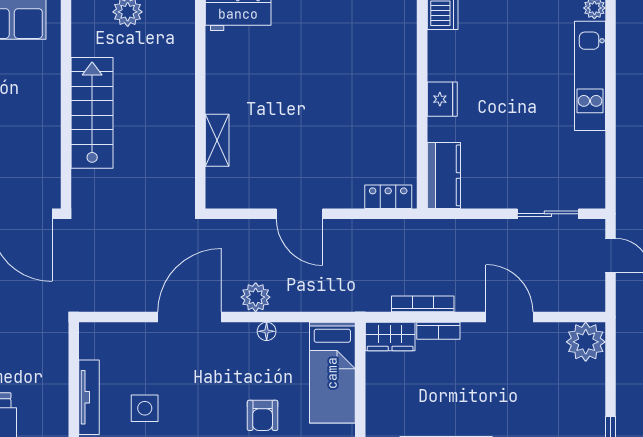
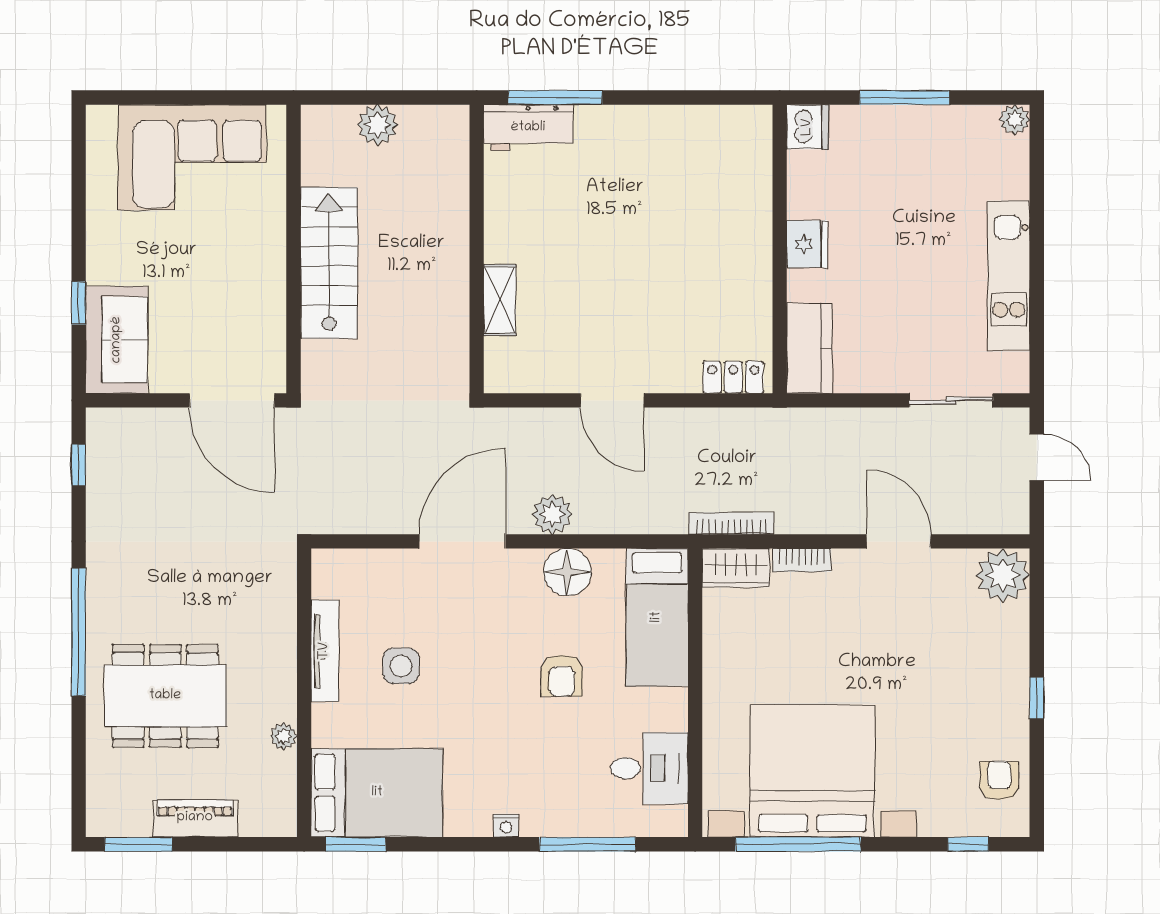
kitchen unit: (590, 76) -> (1009, 275), moved
bookcase: (423, 304) -> (731, 523), moved
floor lamp: (267, 331) -> (567, 572), width x1.89, depth x1.89

